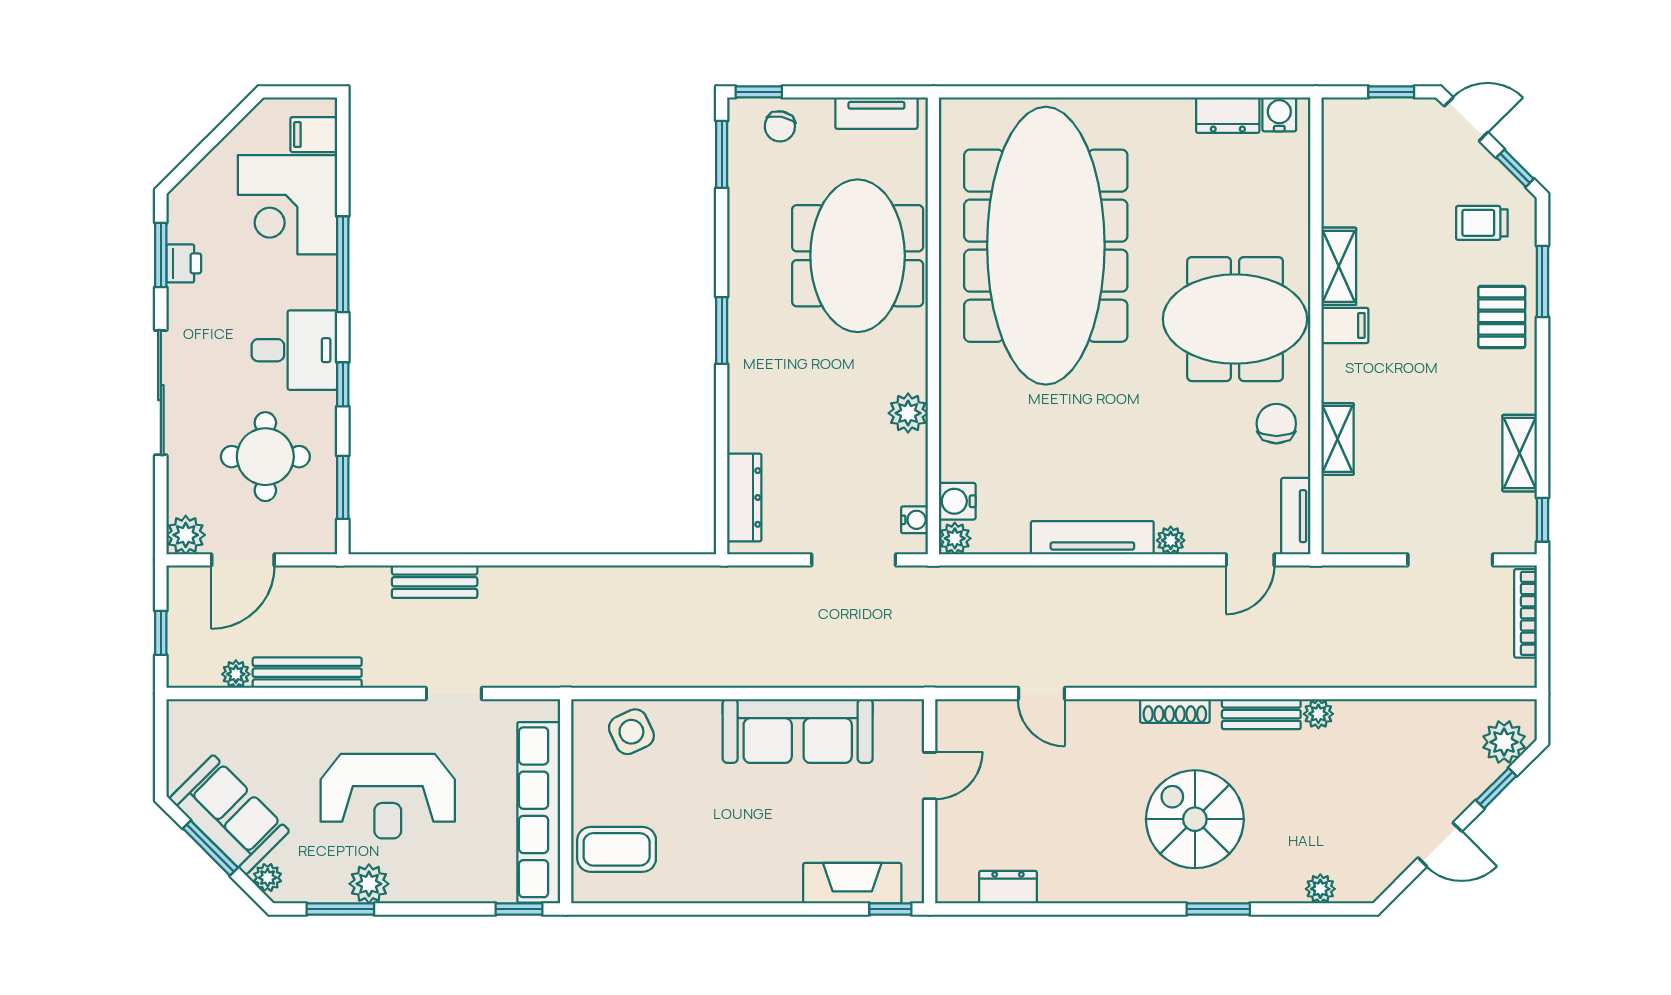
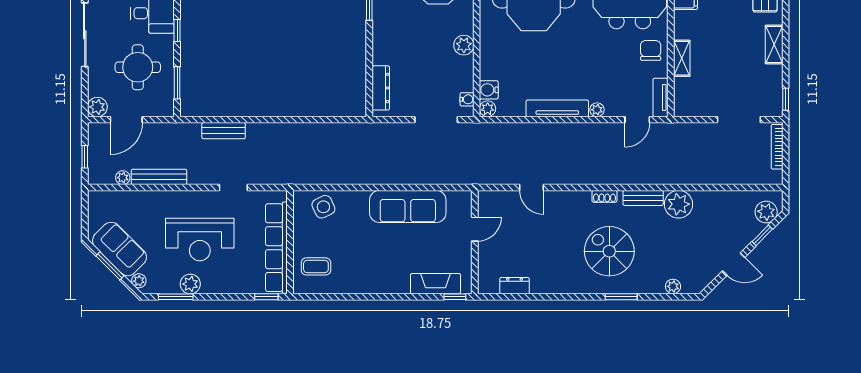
shelving: (1520, 453) -> (774, 45), moved
shoe rack: (1175, 711) -> (604, 196), width x0.70
plant: (1318, 714) -> (678, 204), width x1.87, depth x1.87
coffee table: (617, 849) -> (316, 266), width x0.73, depth x0.77

